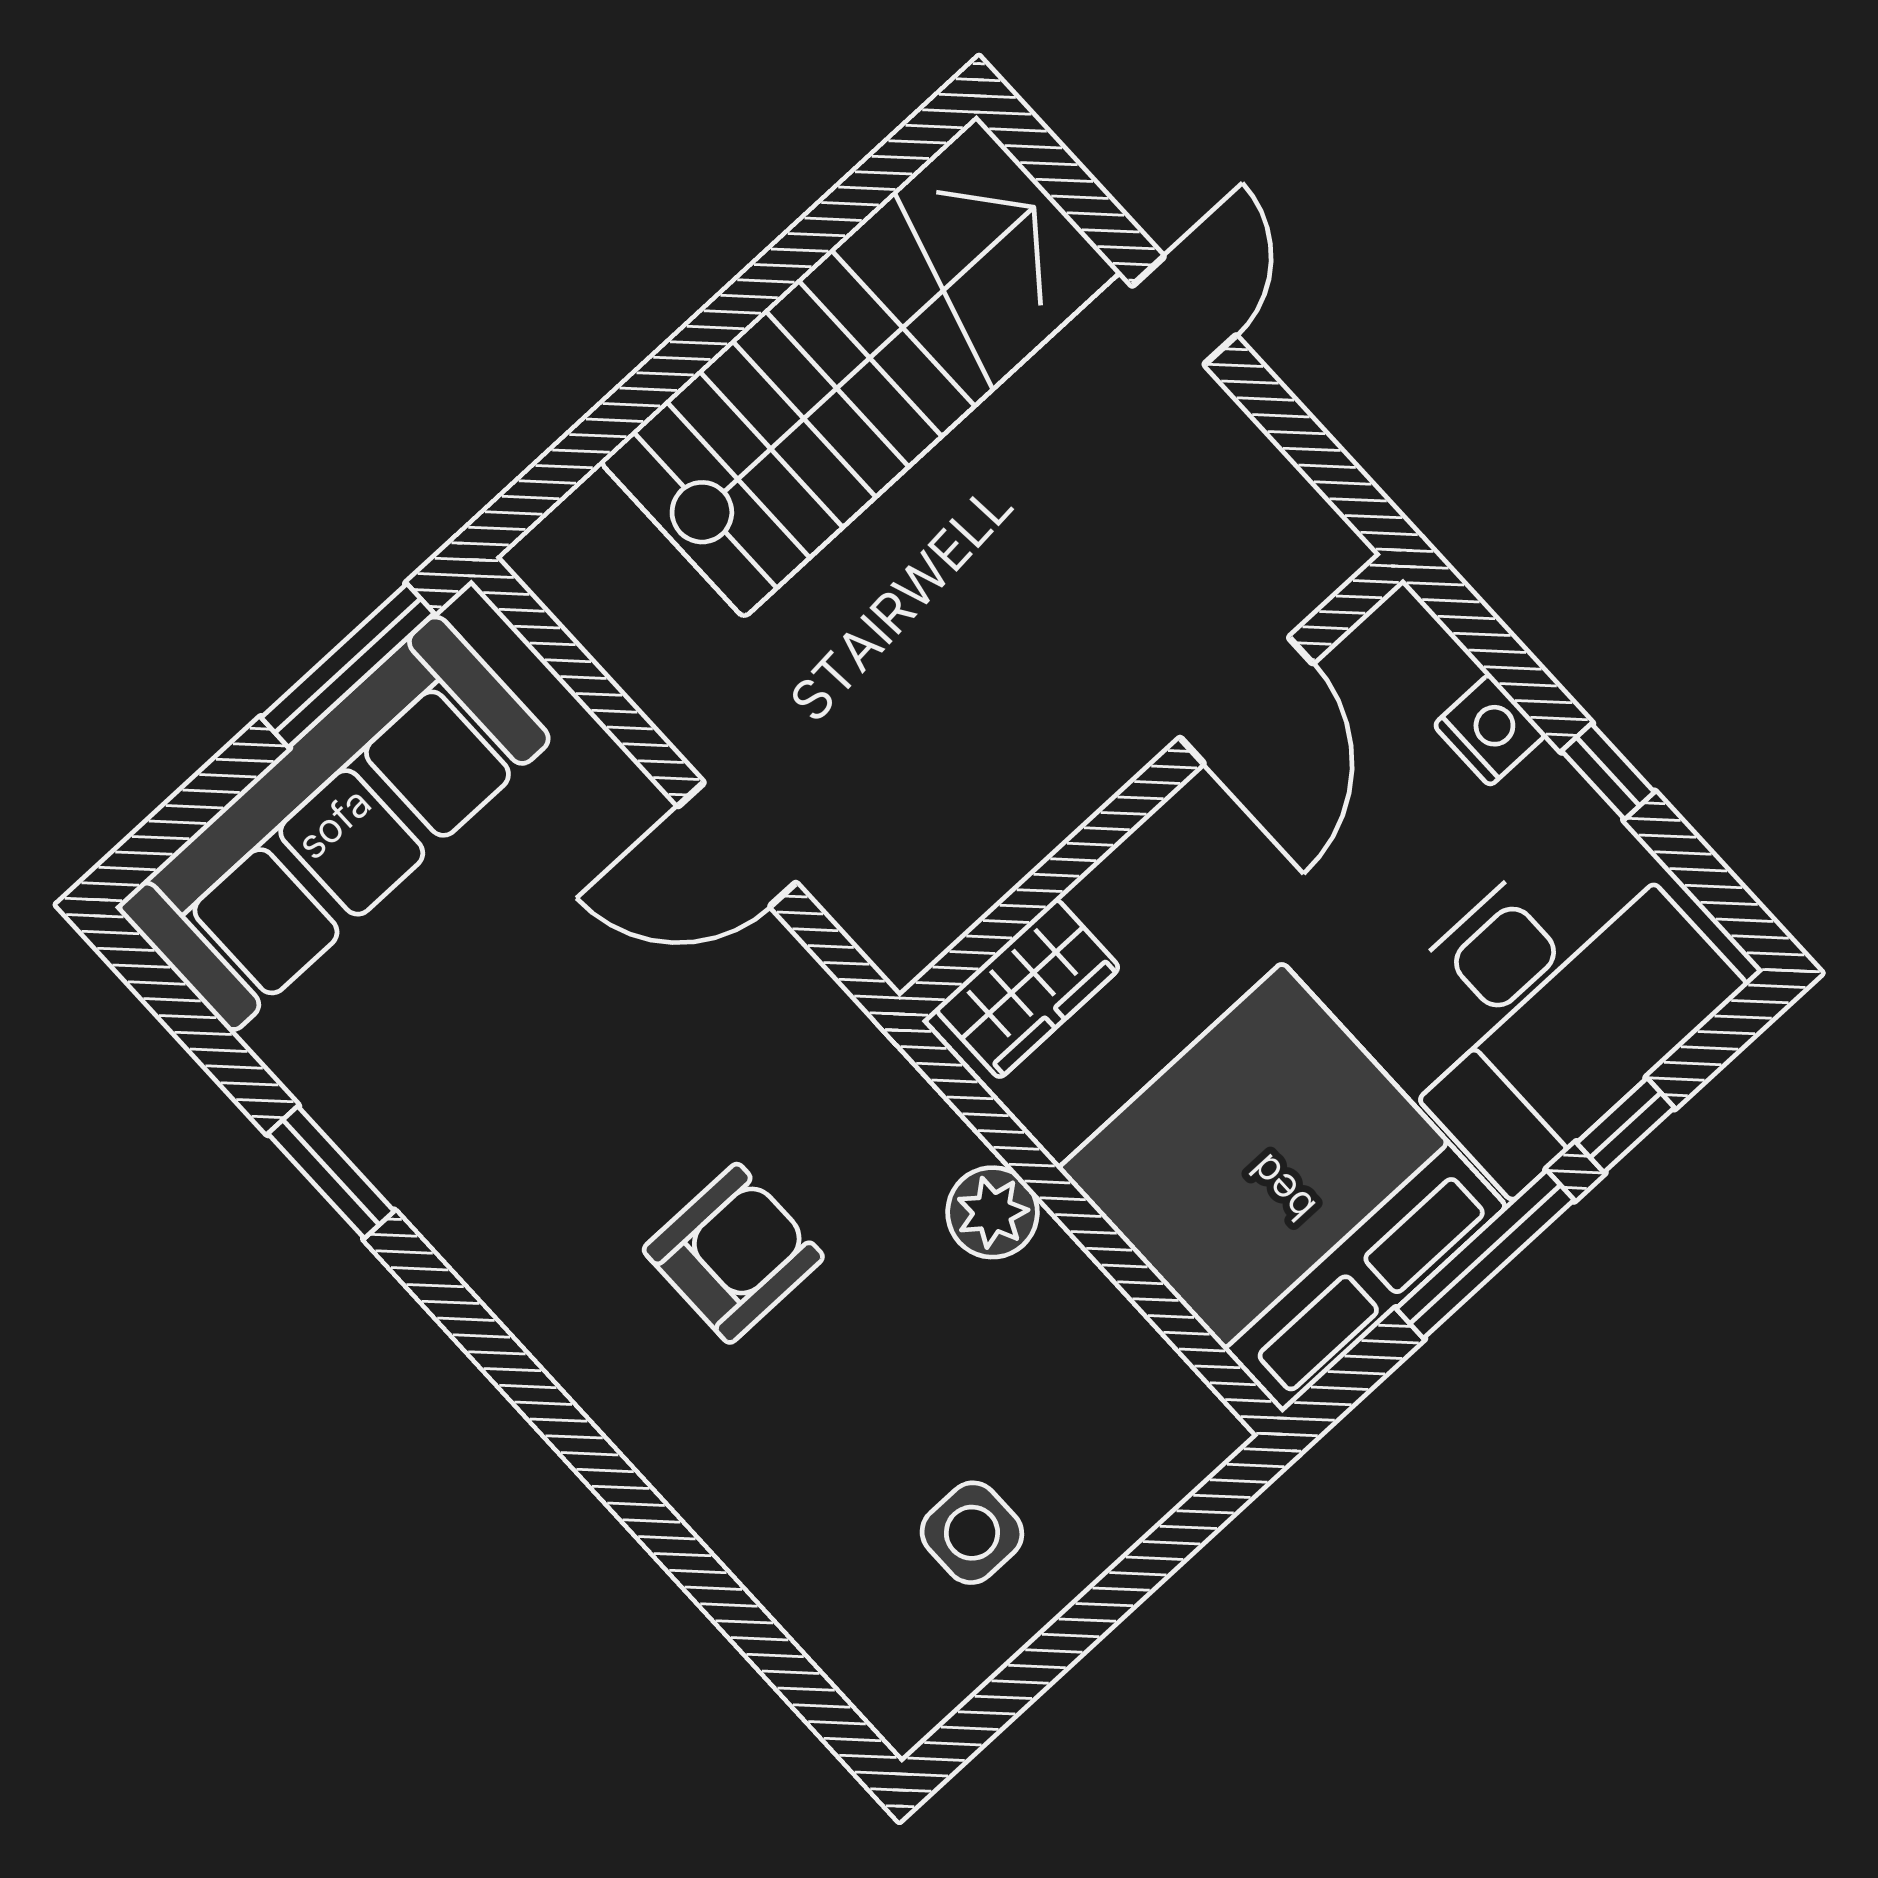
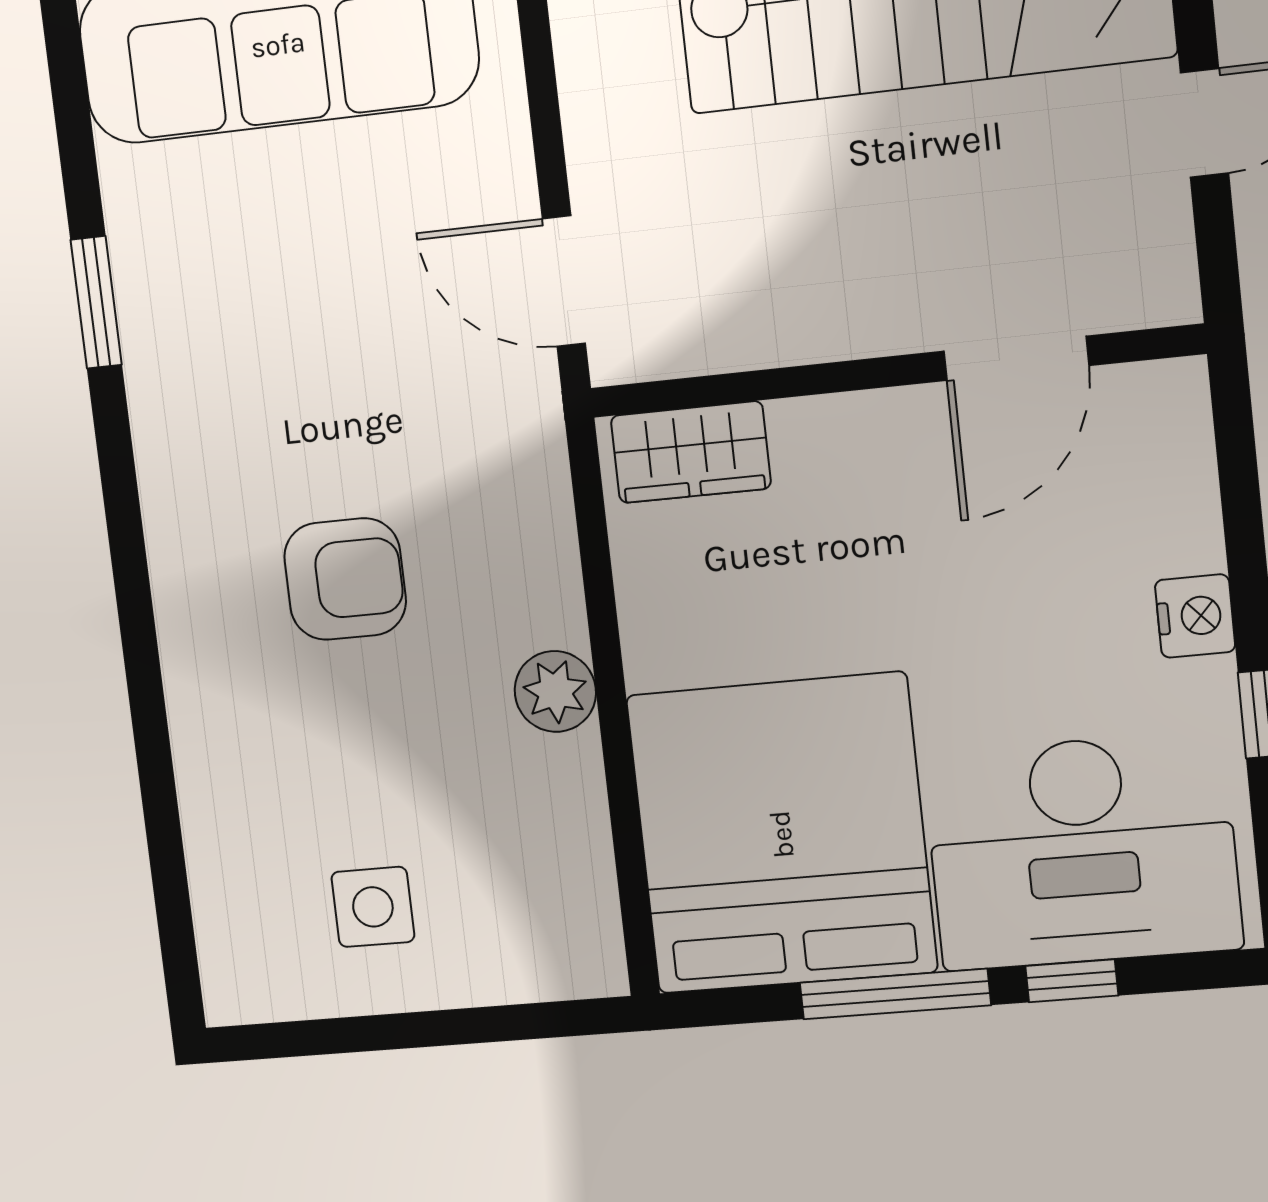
door: (1246, 700) -> (1016, 358), moved
wall: (1151, 788) -> (895, 371), moved
wardrobe: (1028, 988) -> (691, 452), moved

